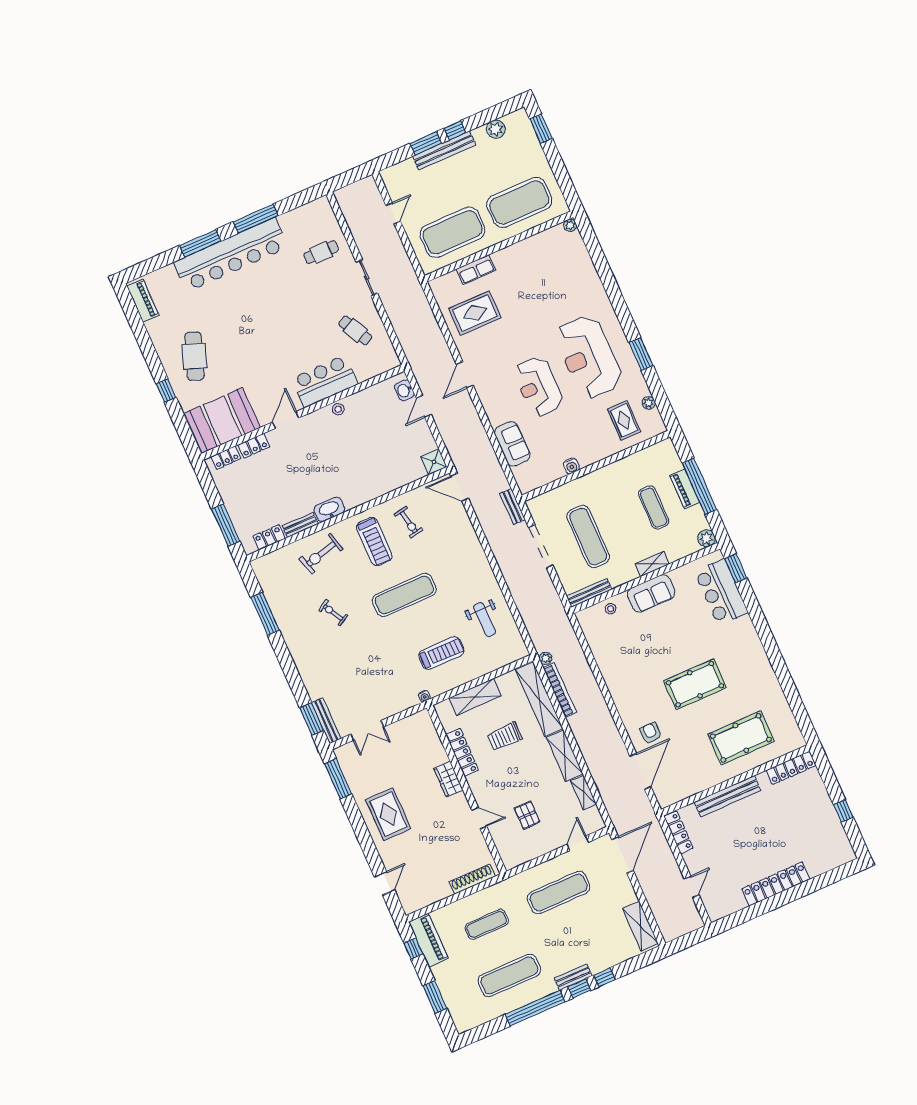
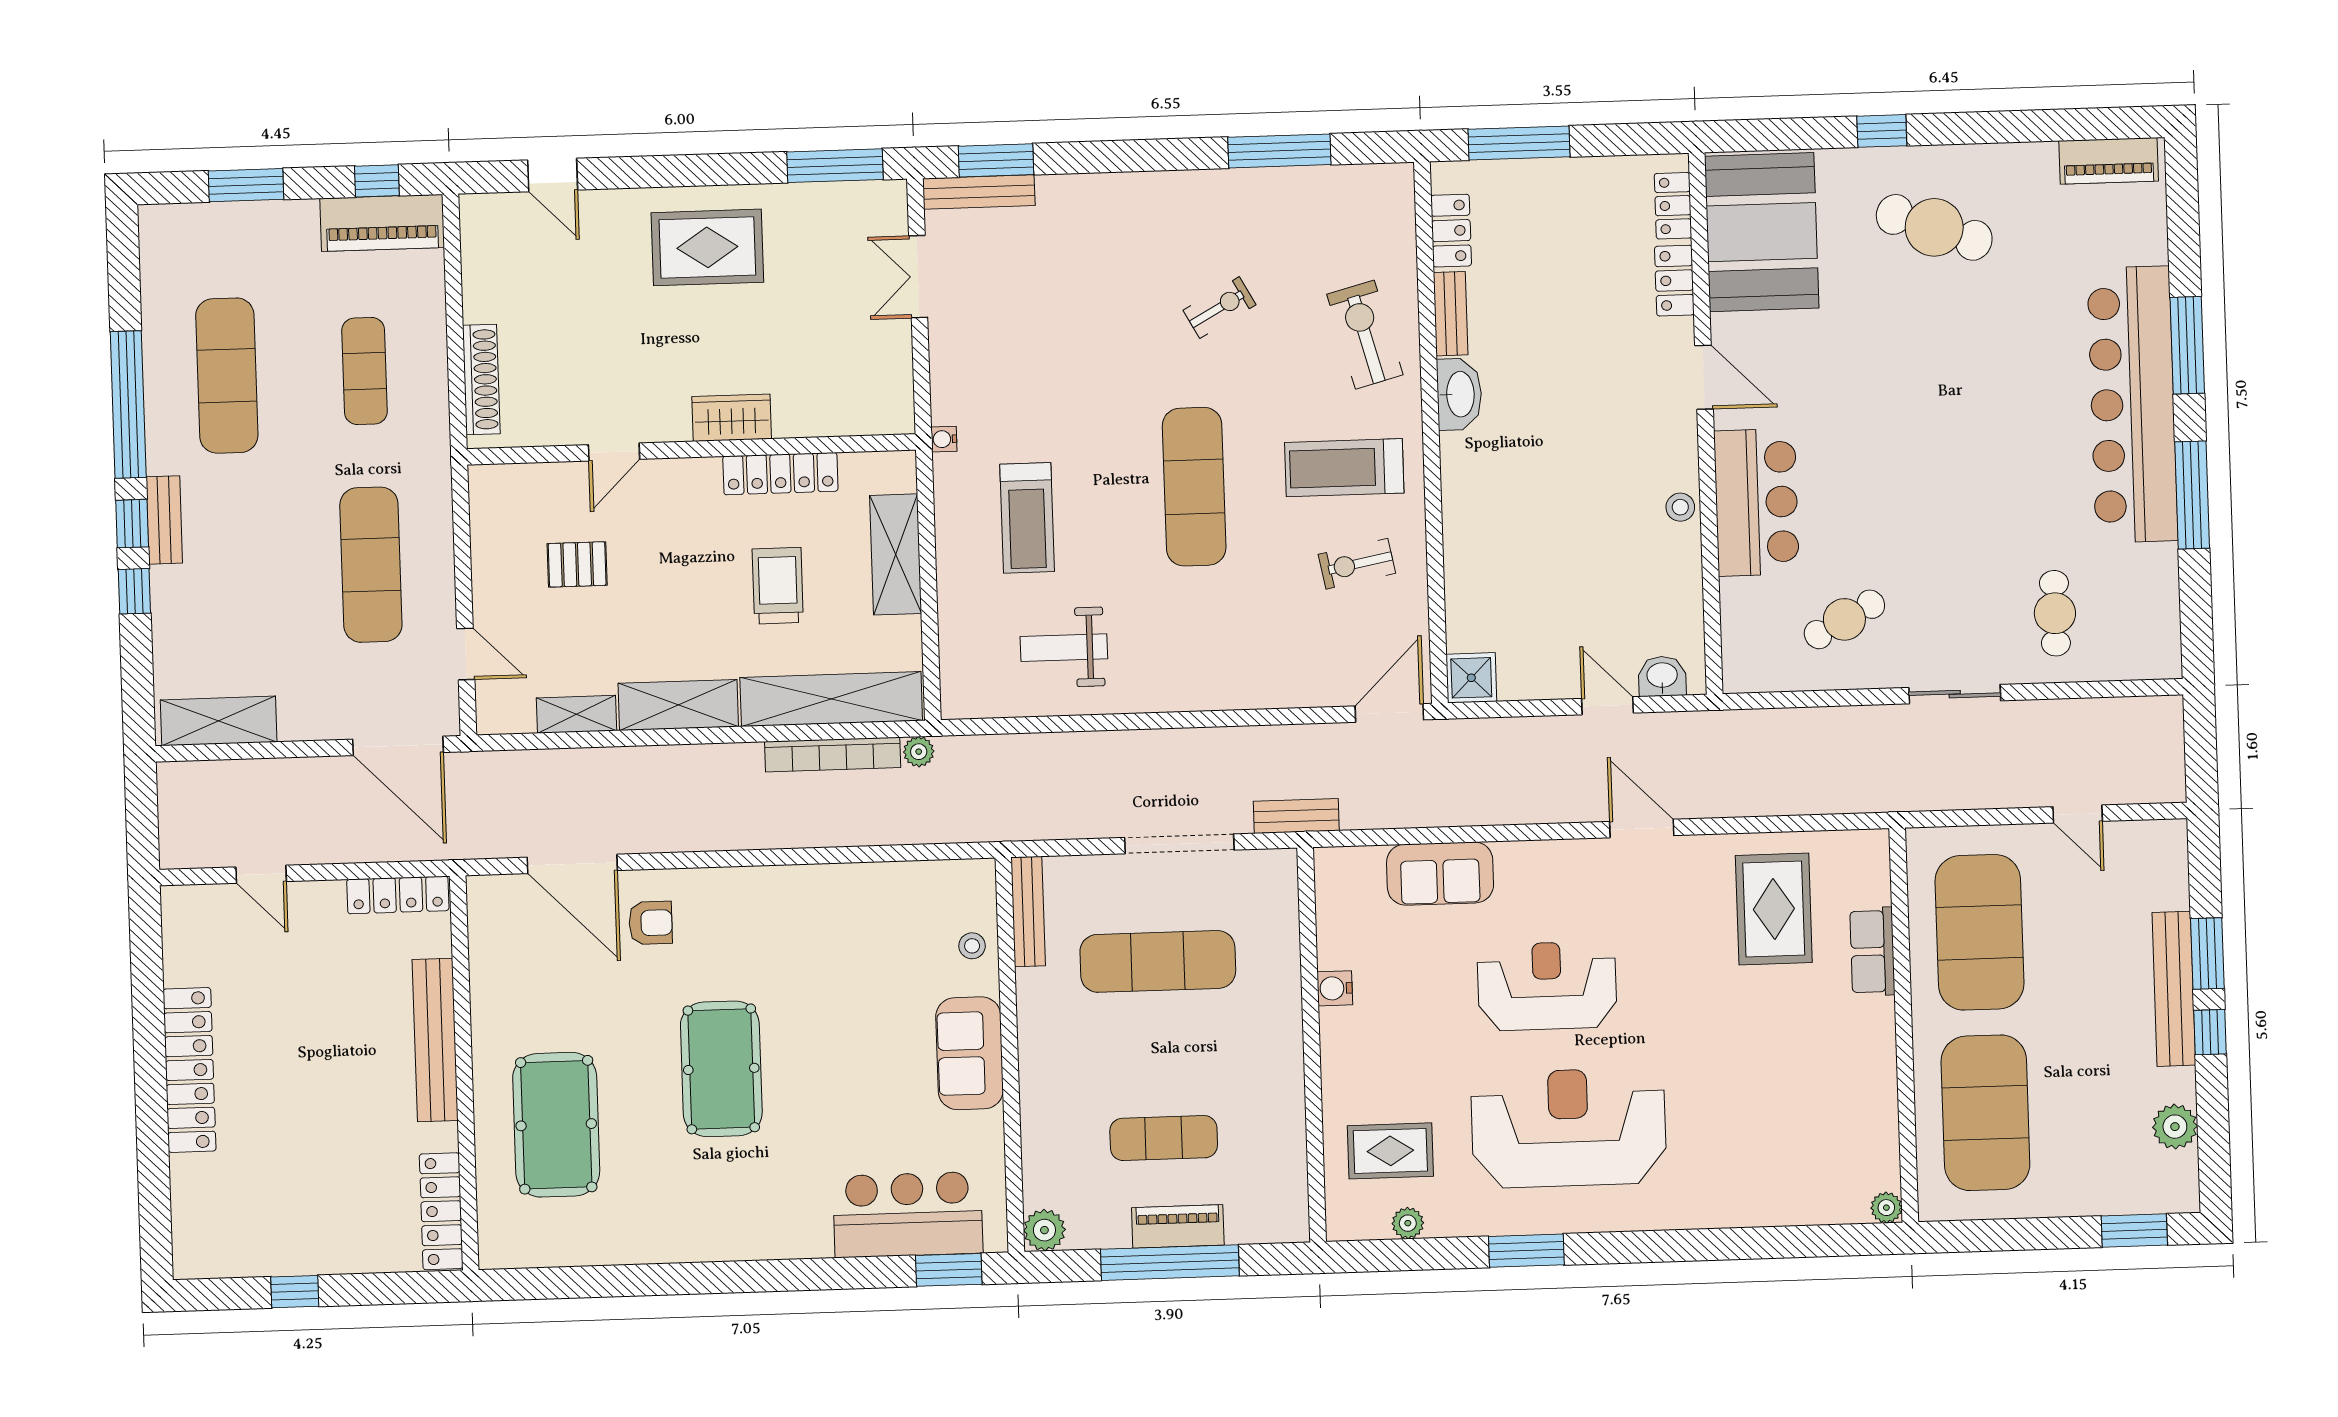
shelving: (652, 564) -> (1036, 1082), removed

